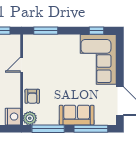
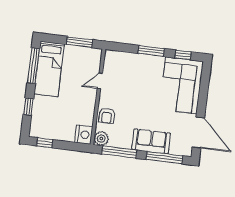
window: (46, 31) -> (151, 51), moved

